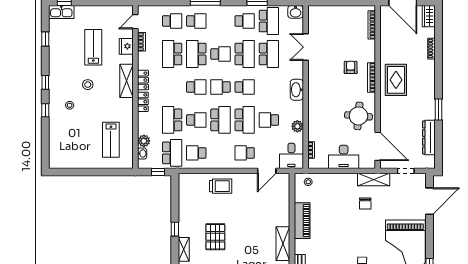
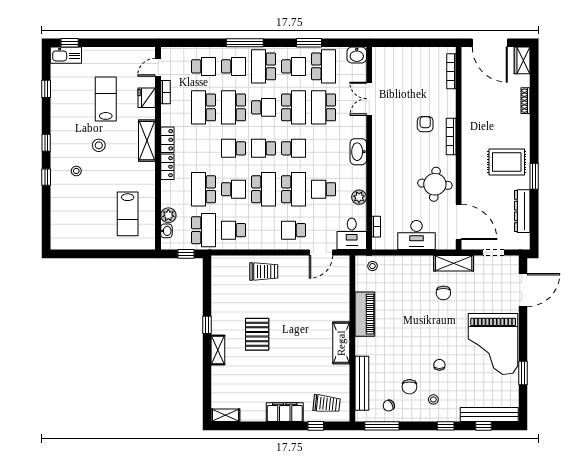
school desk: (220, 21) -> (264, 66), added
school desk: (269, 54) -> (324, 107), turned 180
rug: (396, 80) -> (507, 162), moved, turned 90
school desk: (196, 87) -> (234, 148), turned 180

